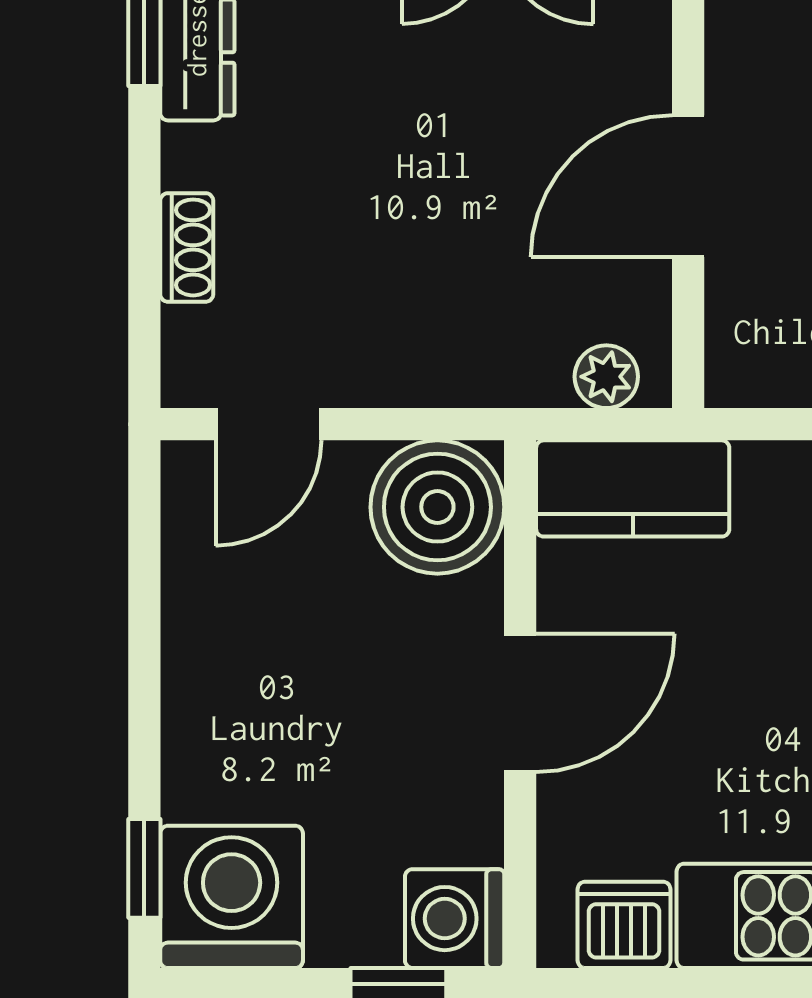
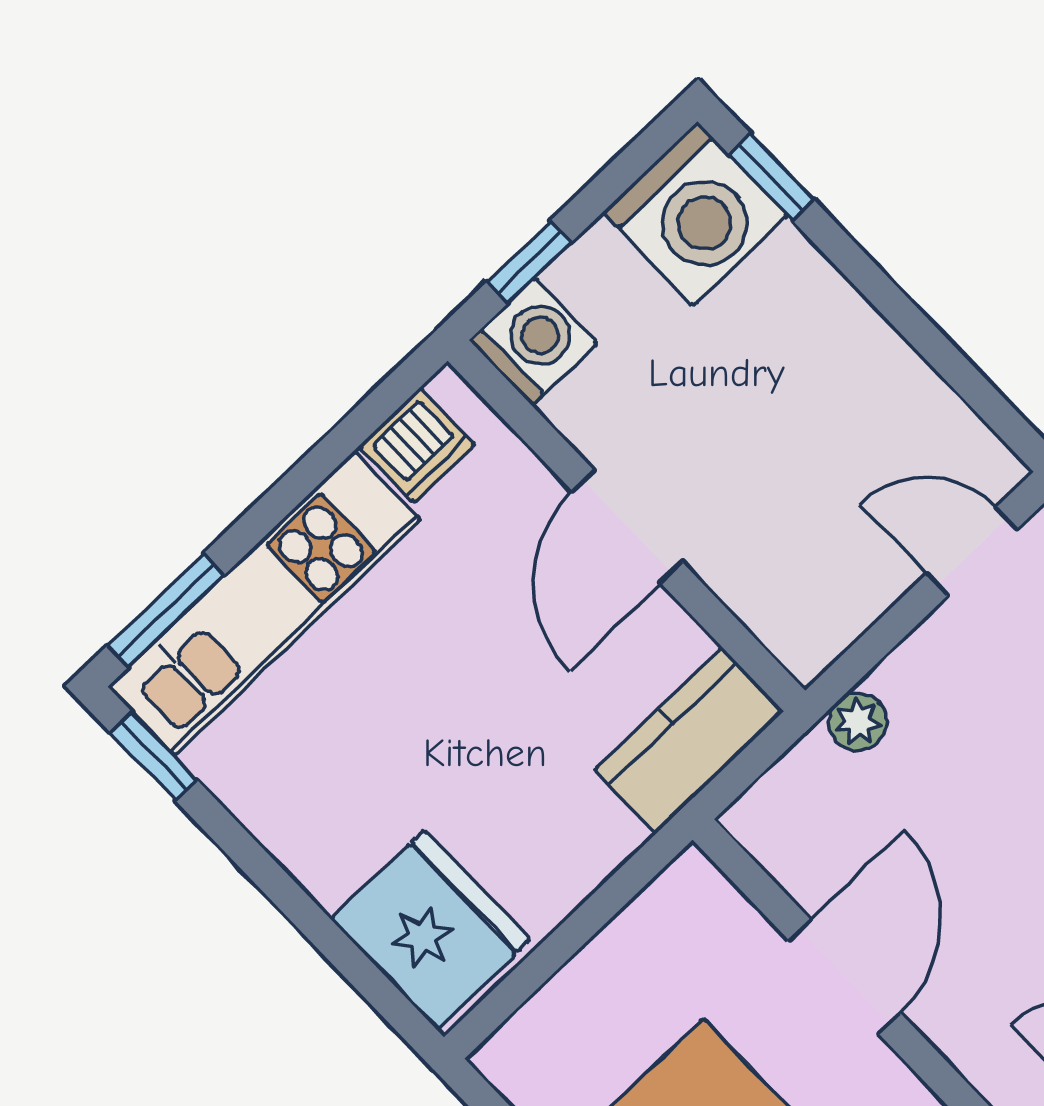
plant: (606, 377) -> (858, 722), moved
door: (269, 424) -> (972, 551), hinge flipped
boiler: (437, 507) -> (807, 604), removed

